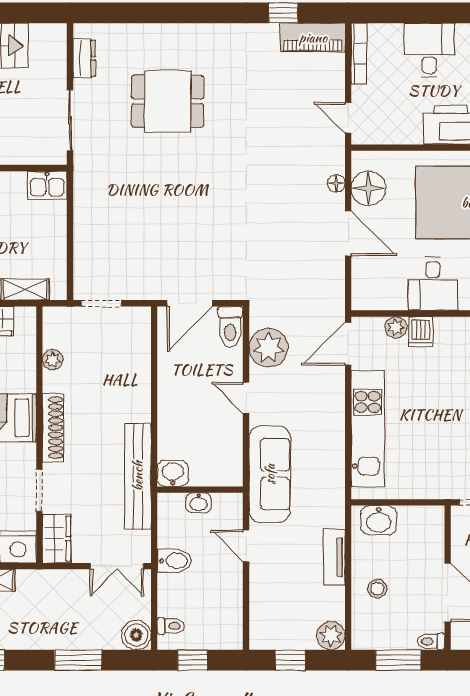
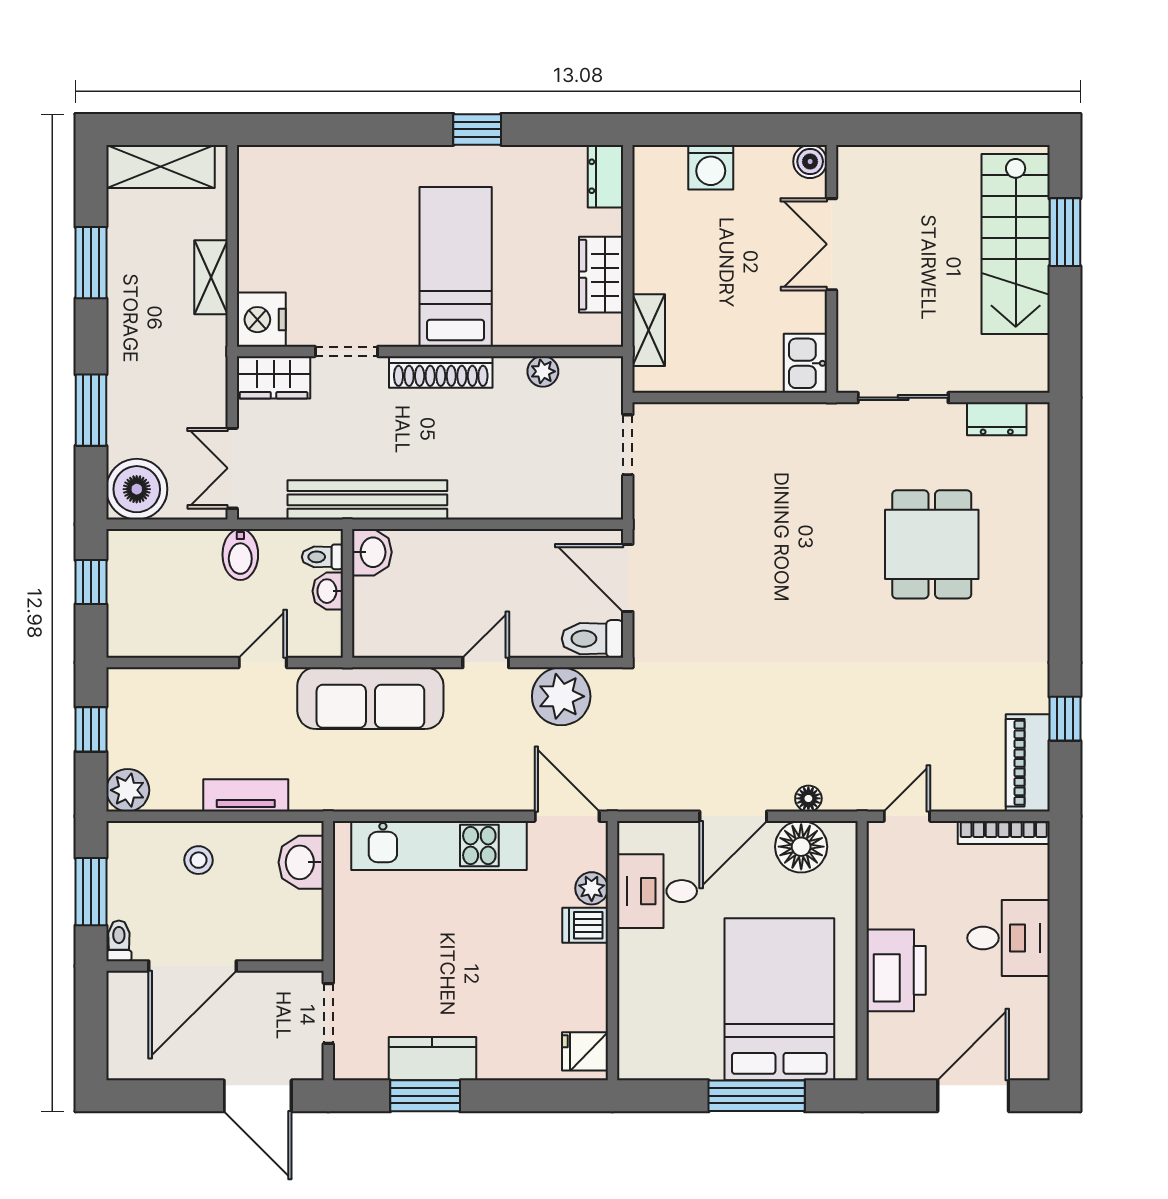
desk: (433, 284) -> (657, 891), moved
toilet: (171, 626) -> (322, 557), moved, turned 90
boiler: (136, 635) -> (137, 489), width x1.37, depth x1.37

